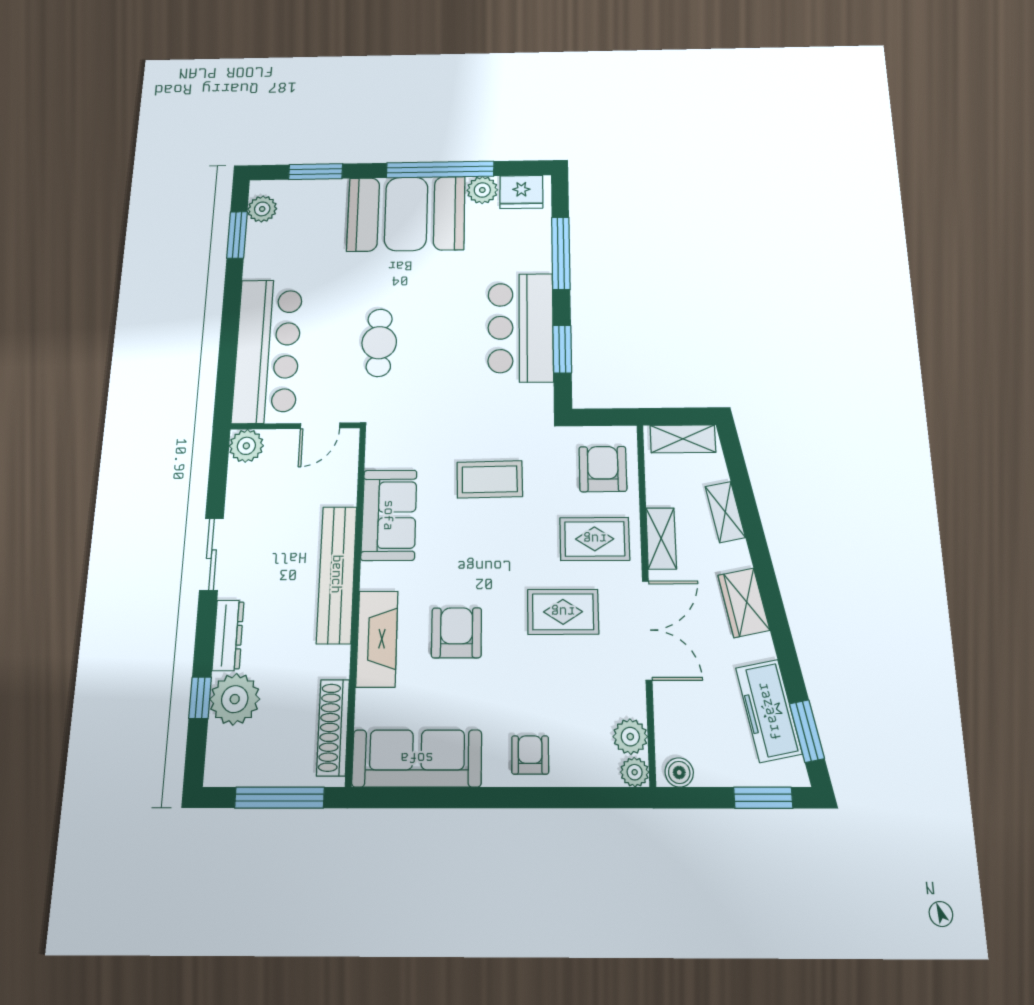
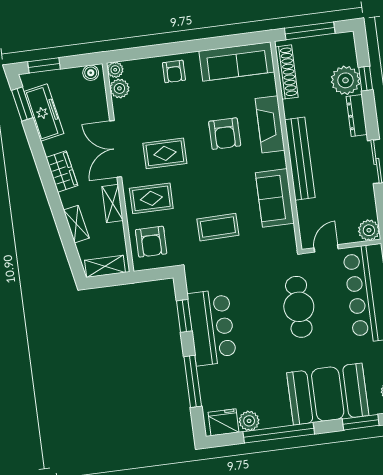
booth: (406, 214) -> (328, 394), moved
cafe table: (379, 343) -> (299, 307), width x1.37, depth x1.35

